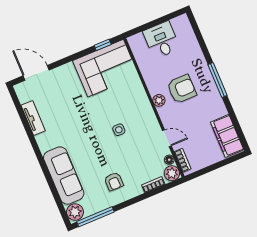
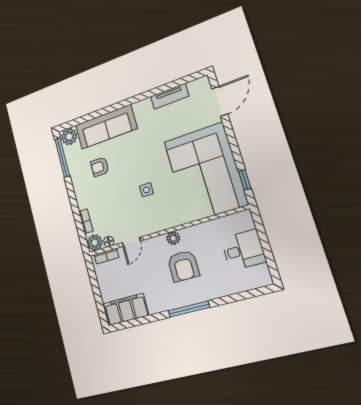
corner sofa: (106, 68) -> (205, 173), width x1.36, depth x1.36
armchair: (114, 181) -> (100, 167), moved

